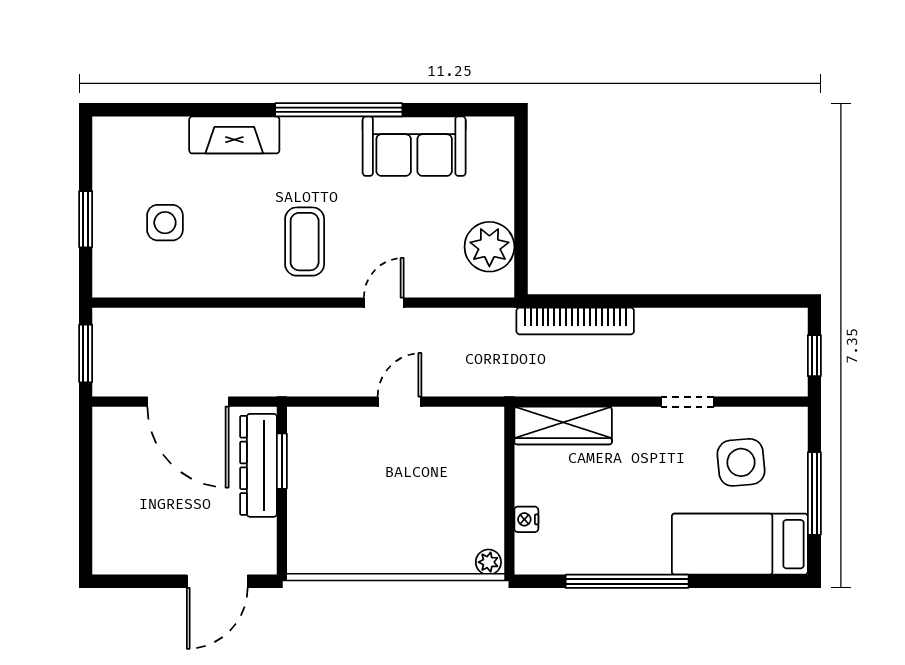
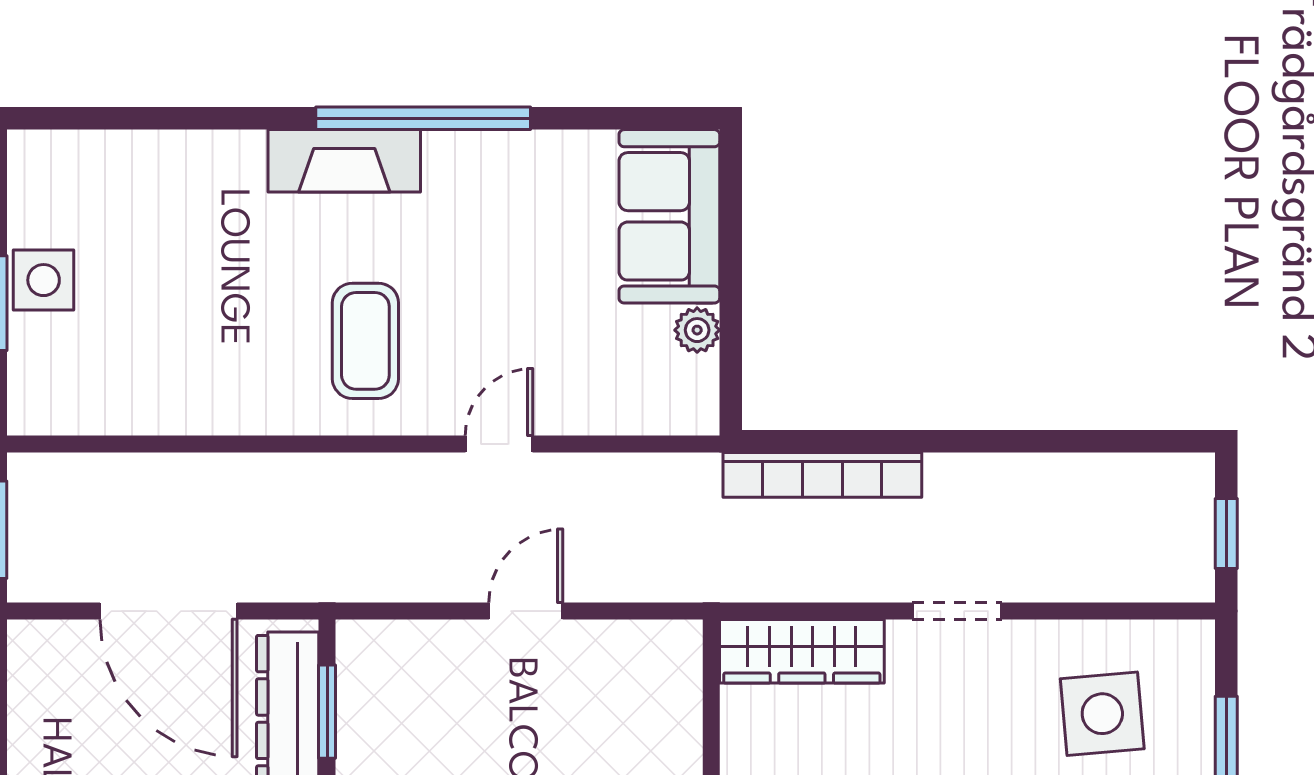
fireplace: (234, 135) -> (344, 161), moved
sofa: (414, 146) -> (669, 216), moved, turned 90
side table: (165, 223) -> (44, 280), moved
plant: (489, 247) -> (697, 330), width x0.53, depth x0.53
doorway: (687, 402) -> (957, 611), moved

